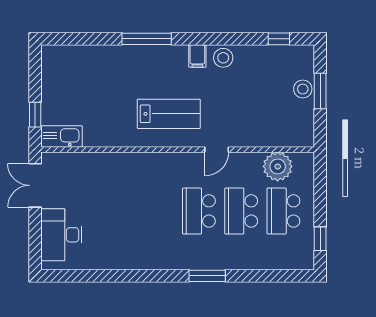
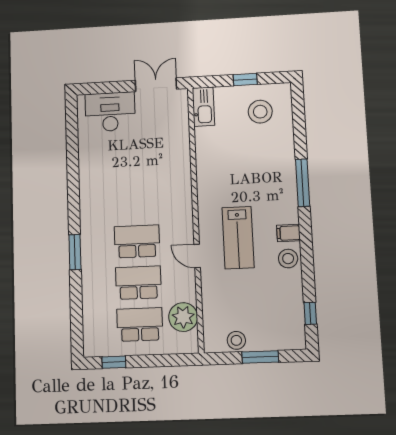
stool: (70, 78) -> (260, 112), added
stool: (303, 89) -> (236, 340), moved
lab bench: (169, 114) -> (238, 238), moved
window: (35, 115) -> (245, 80), moved

